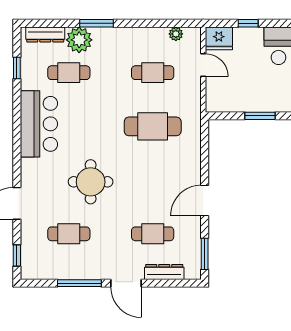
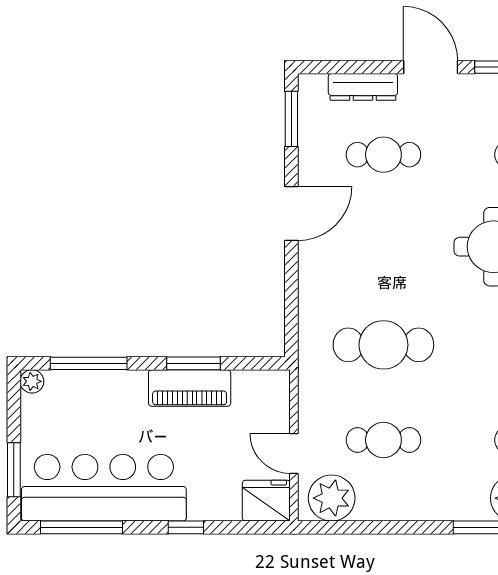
window: (248, 23) -> (186, 527), moved
plant: (176, 34) -> (332, 498), width x1.87, depth x1.87
piano: (262, 102) -> (190, 388), added

